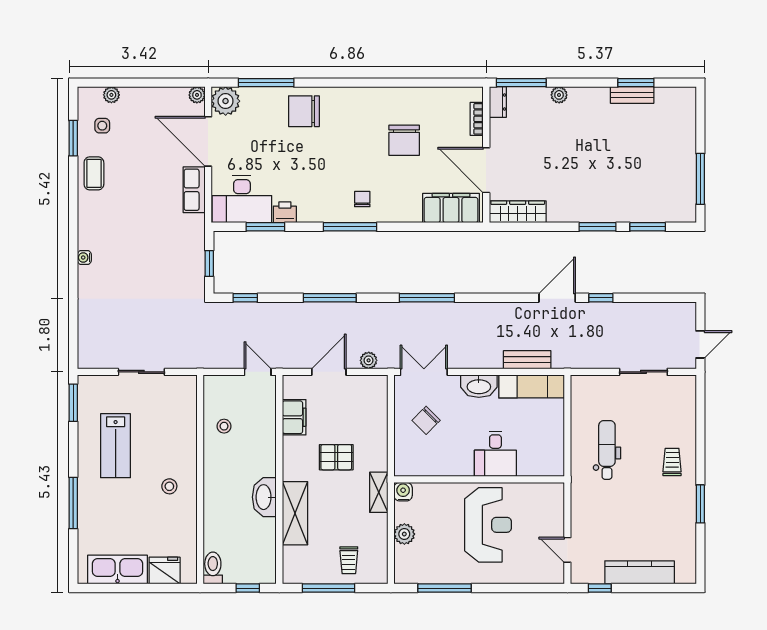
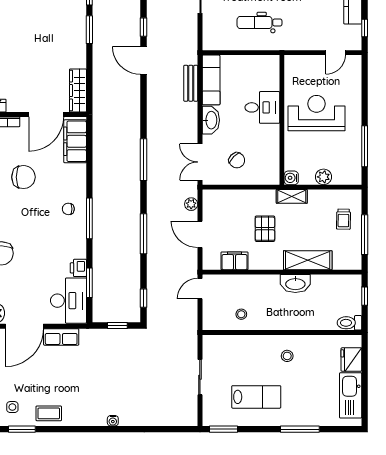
trolley: (349, 560) -> (343, 219), turned 91

